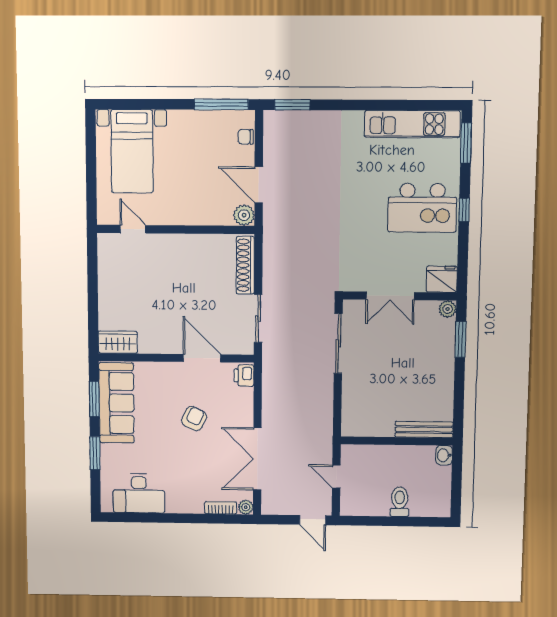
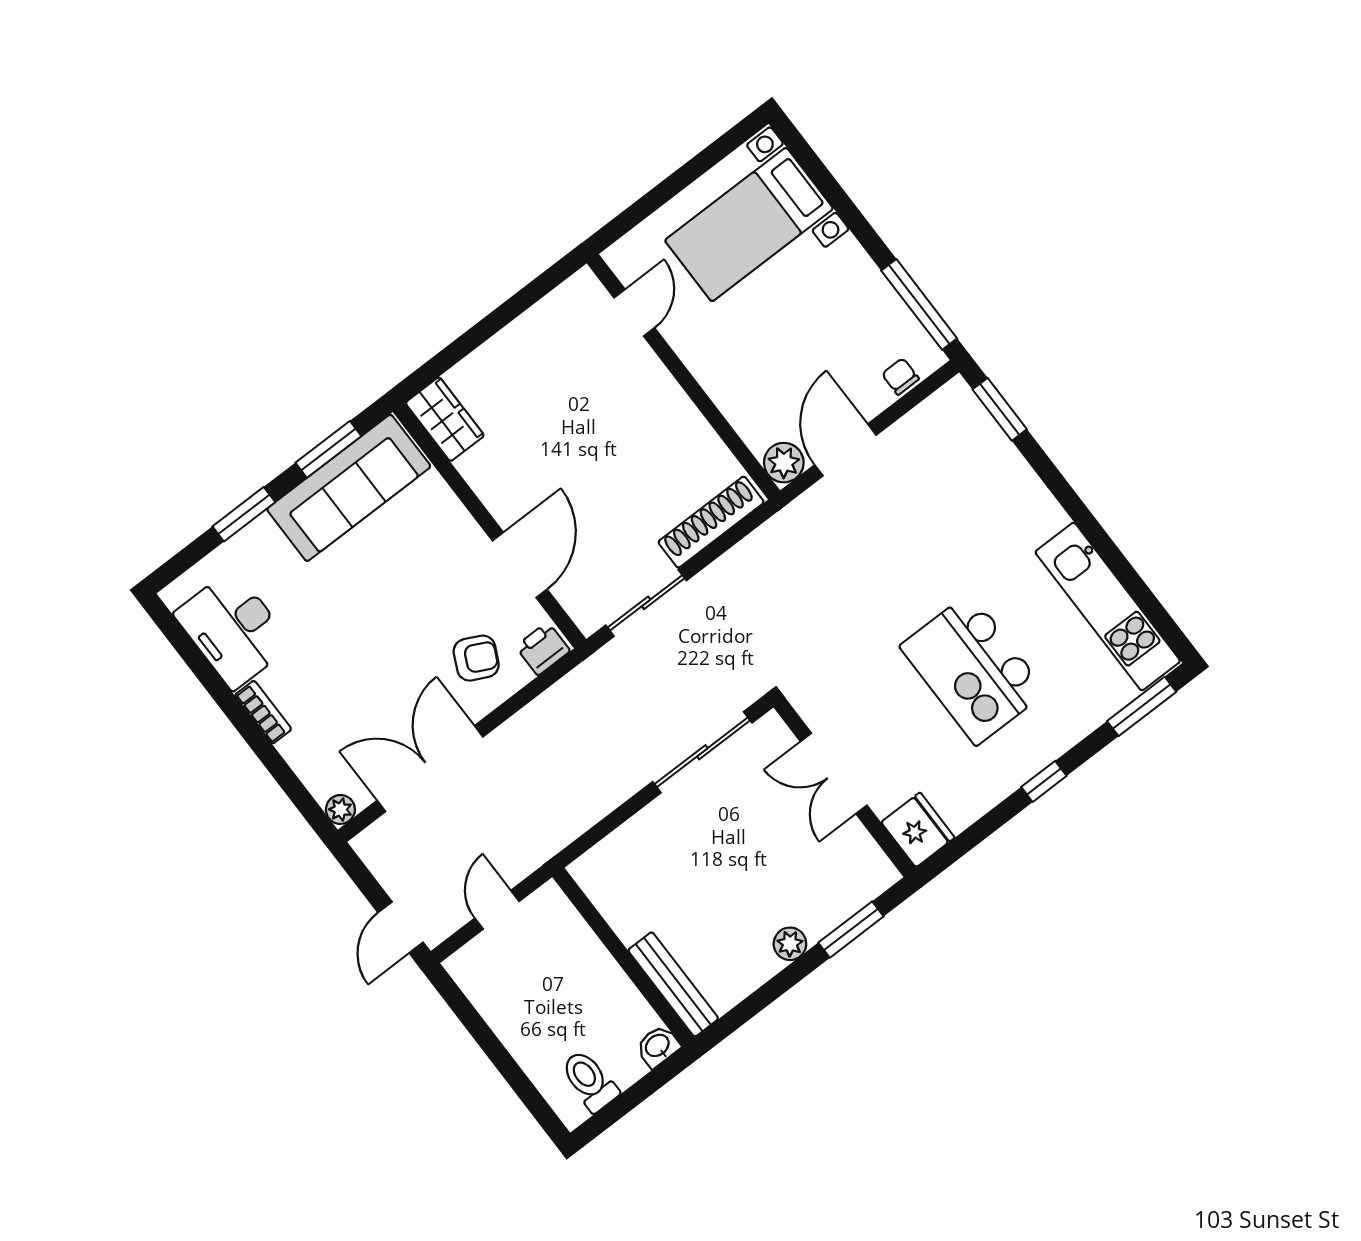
kitchen island: (422, 208) -> (973, 669), moved
plant: (448, 309) -> (790, 944), moved
armchair: (194, 419) -> (476, 658), moved
toilet: (400, 502) -> (589, 1081), moved, turned -90
bookcase: (221, 508) -> (263, 712), moved

